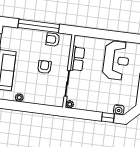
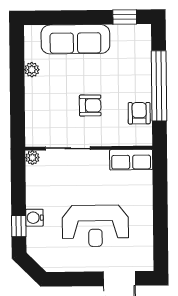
row of seats: (77, 59) -> (131, 160), moved
reception desk: (116, 60) -> (95, 226), moved
water cooler: (119, 110) -> (34, 218), moved

